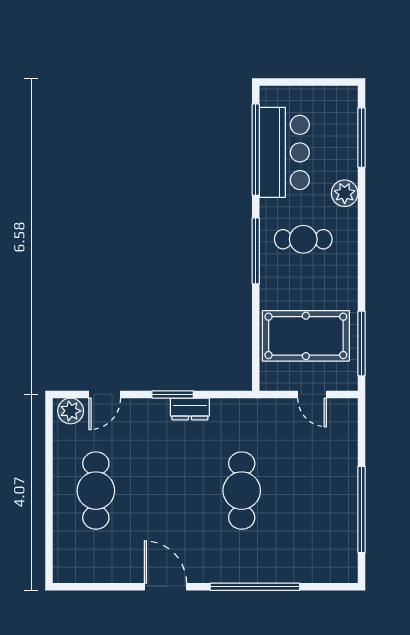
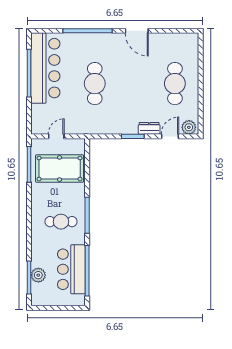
plant: (345, 193) -> (38, 275), moved
door: (312, 394) -> (56, 136), hinge flipped
dresser: (190, 409) -> (149, 128), moved
bar counter: (332, 519) -> (45, 68), added

